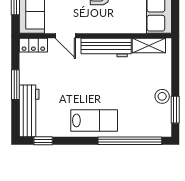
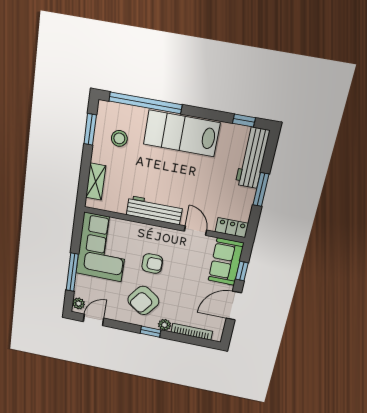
shelving: (149, 45) -> (96, 182), moved, turned 90
stool: (162, 96) -> (119, 138), moved
lab bench: (94, 120) -> (181, 133), width x1.36, depth x1.39

